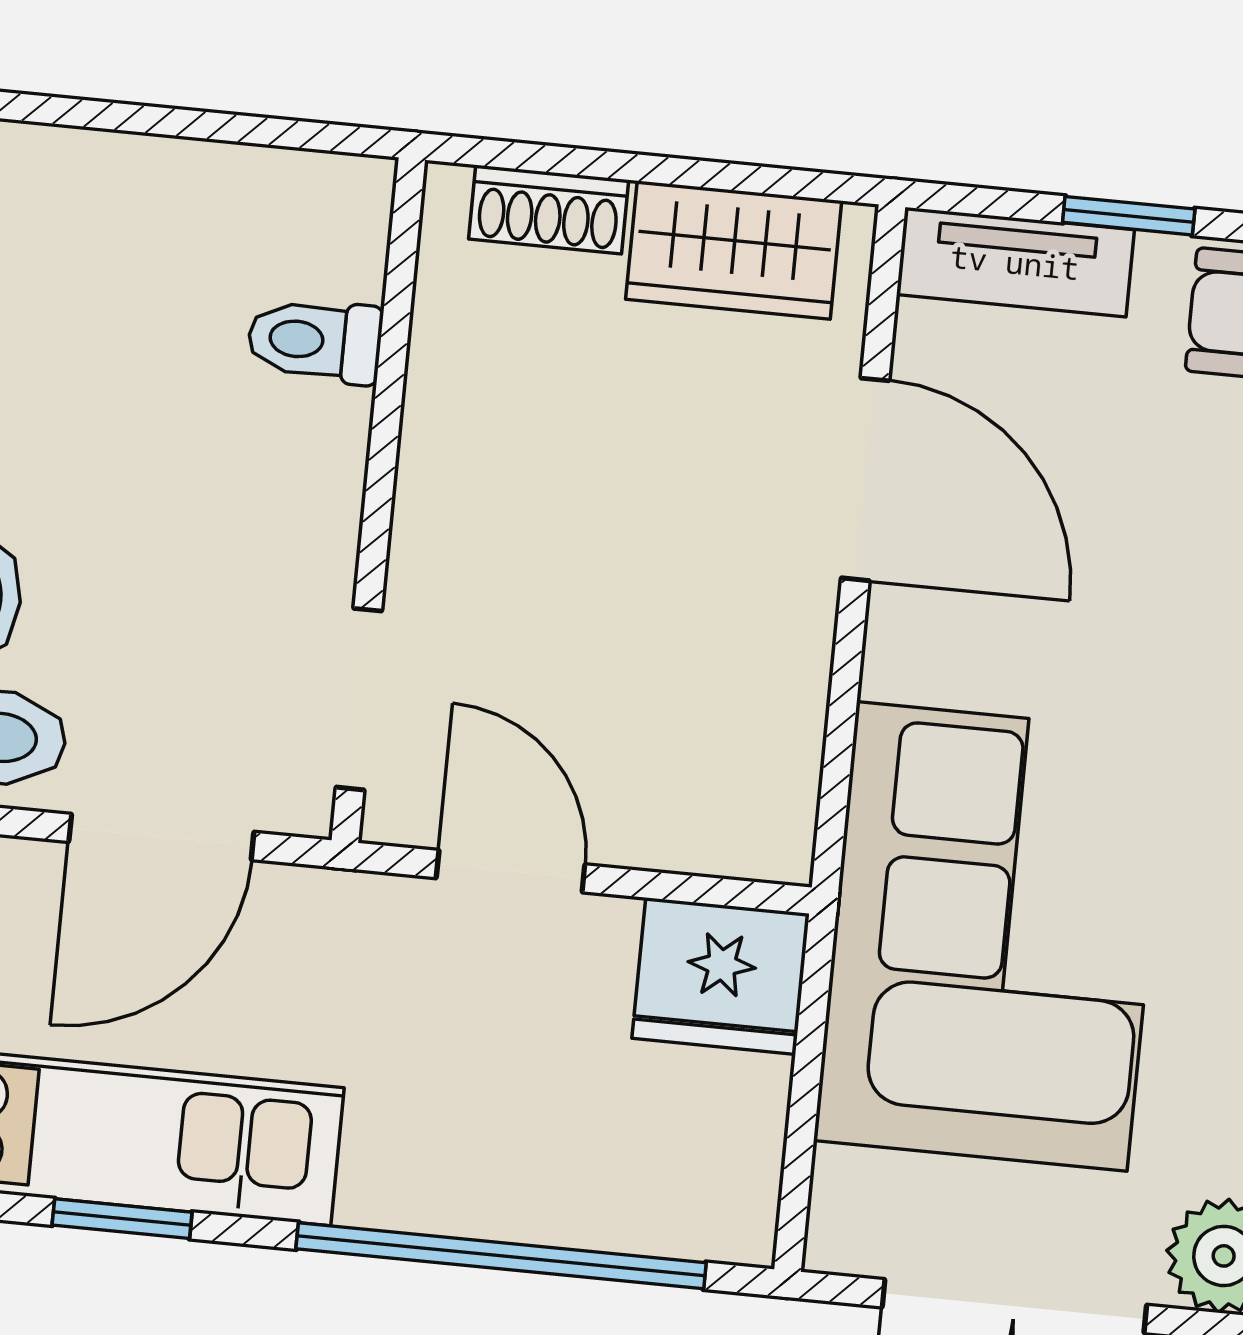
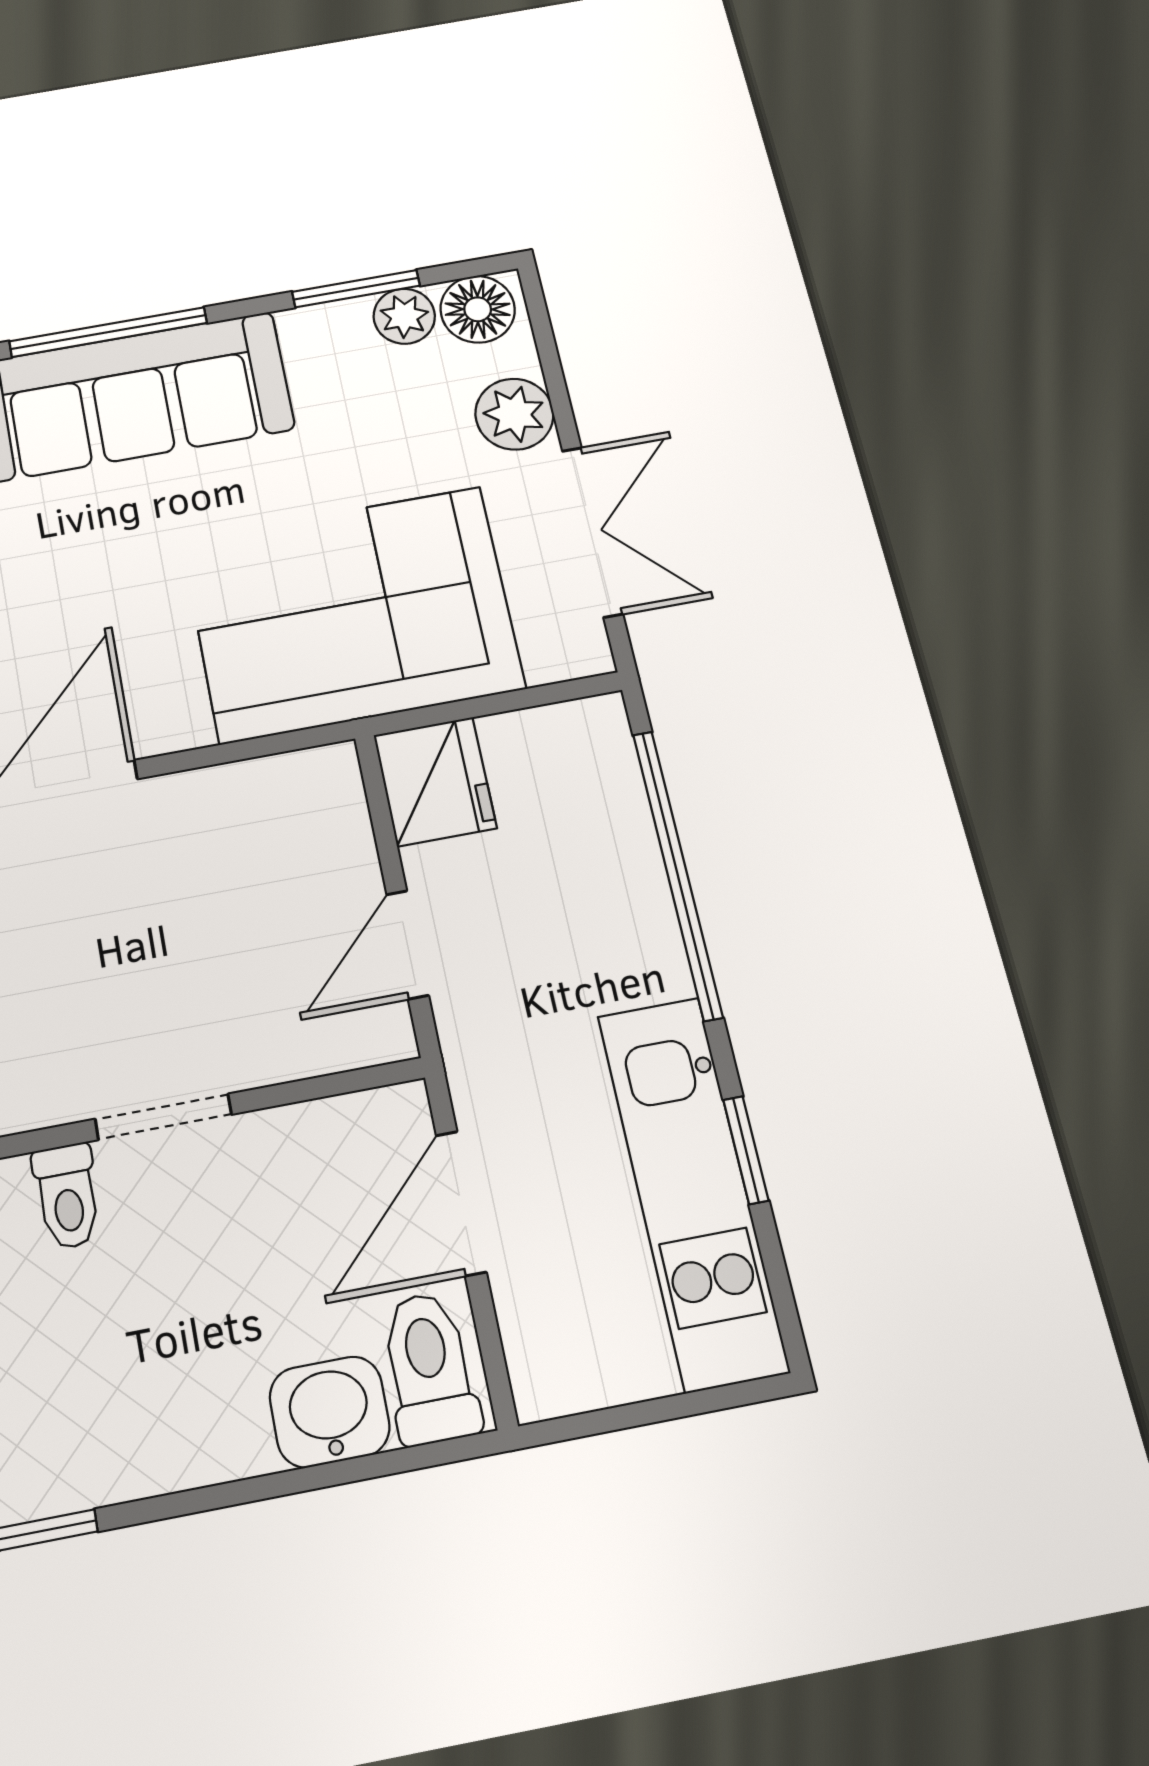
doorway: (359, 699) -> (163, 1117), moved
door: (161, 837) -> (461, 1203), swing flipped

